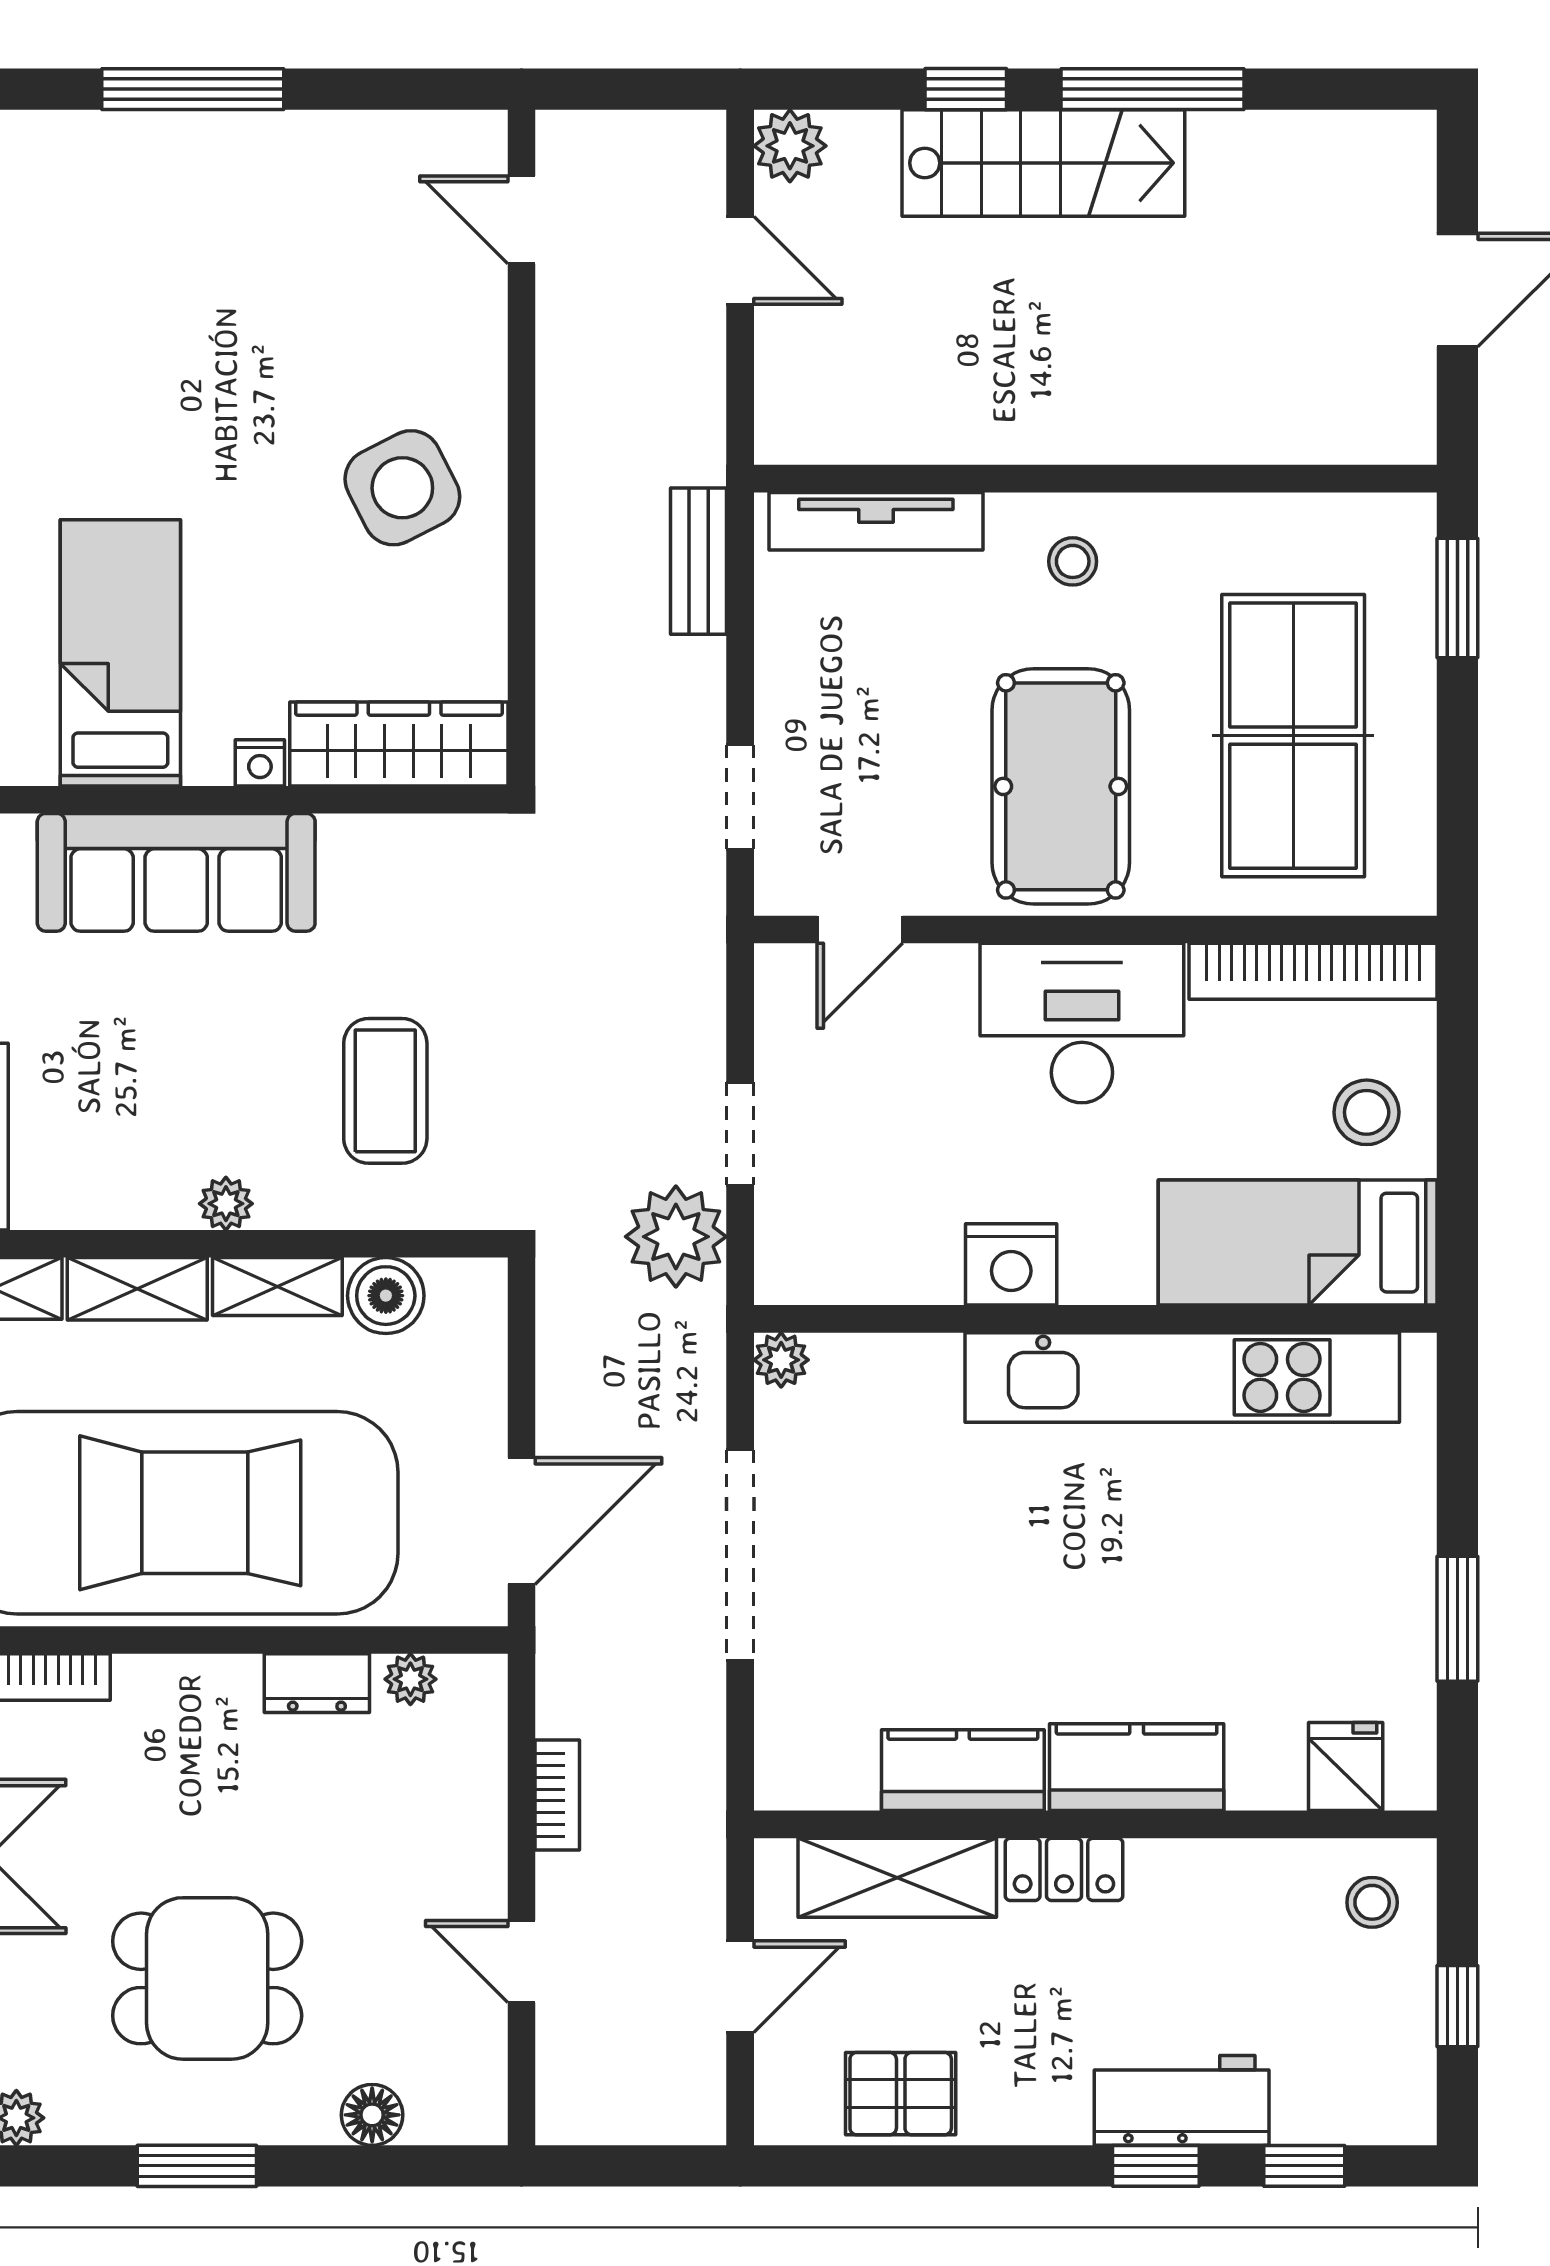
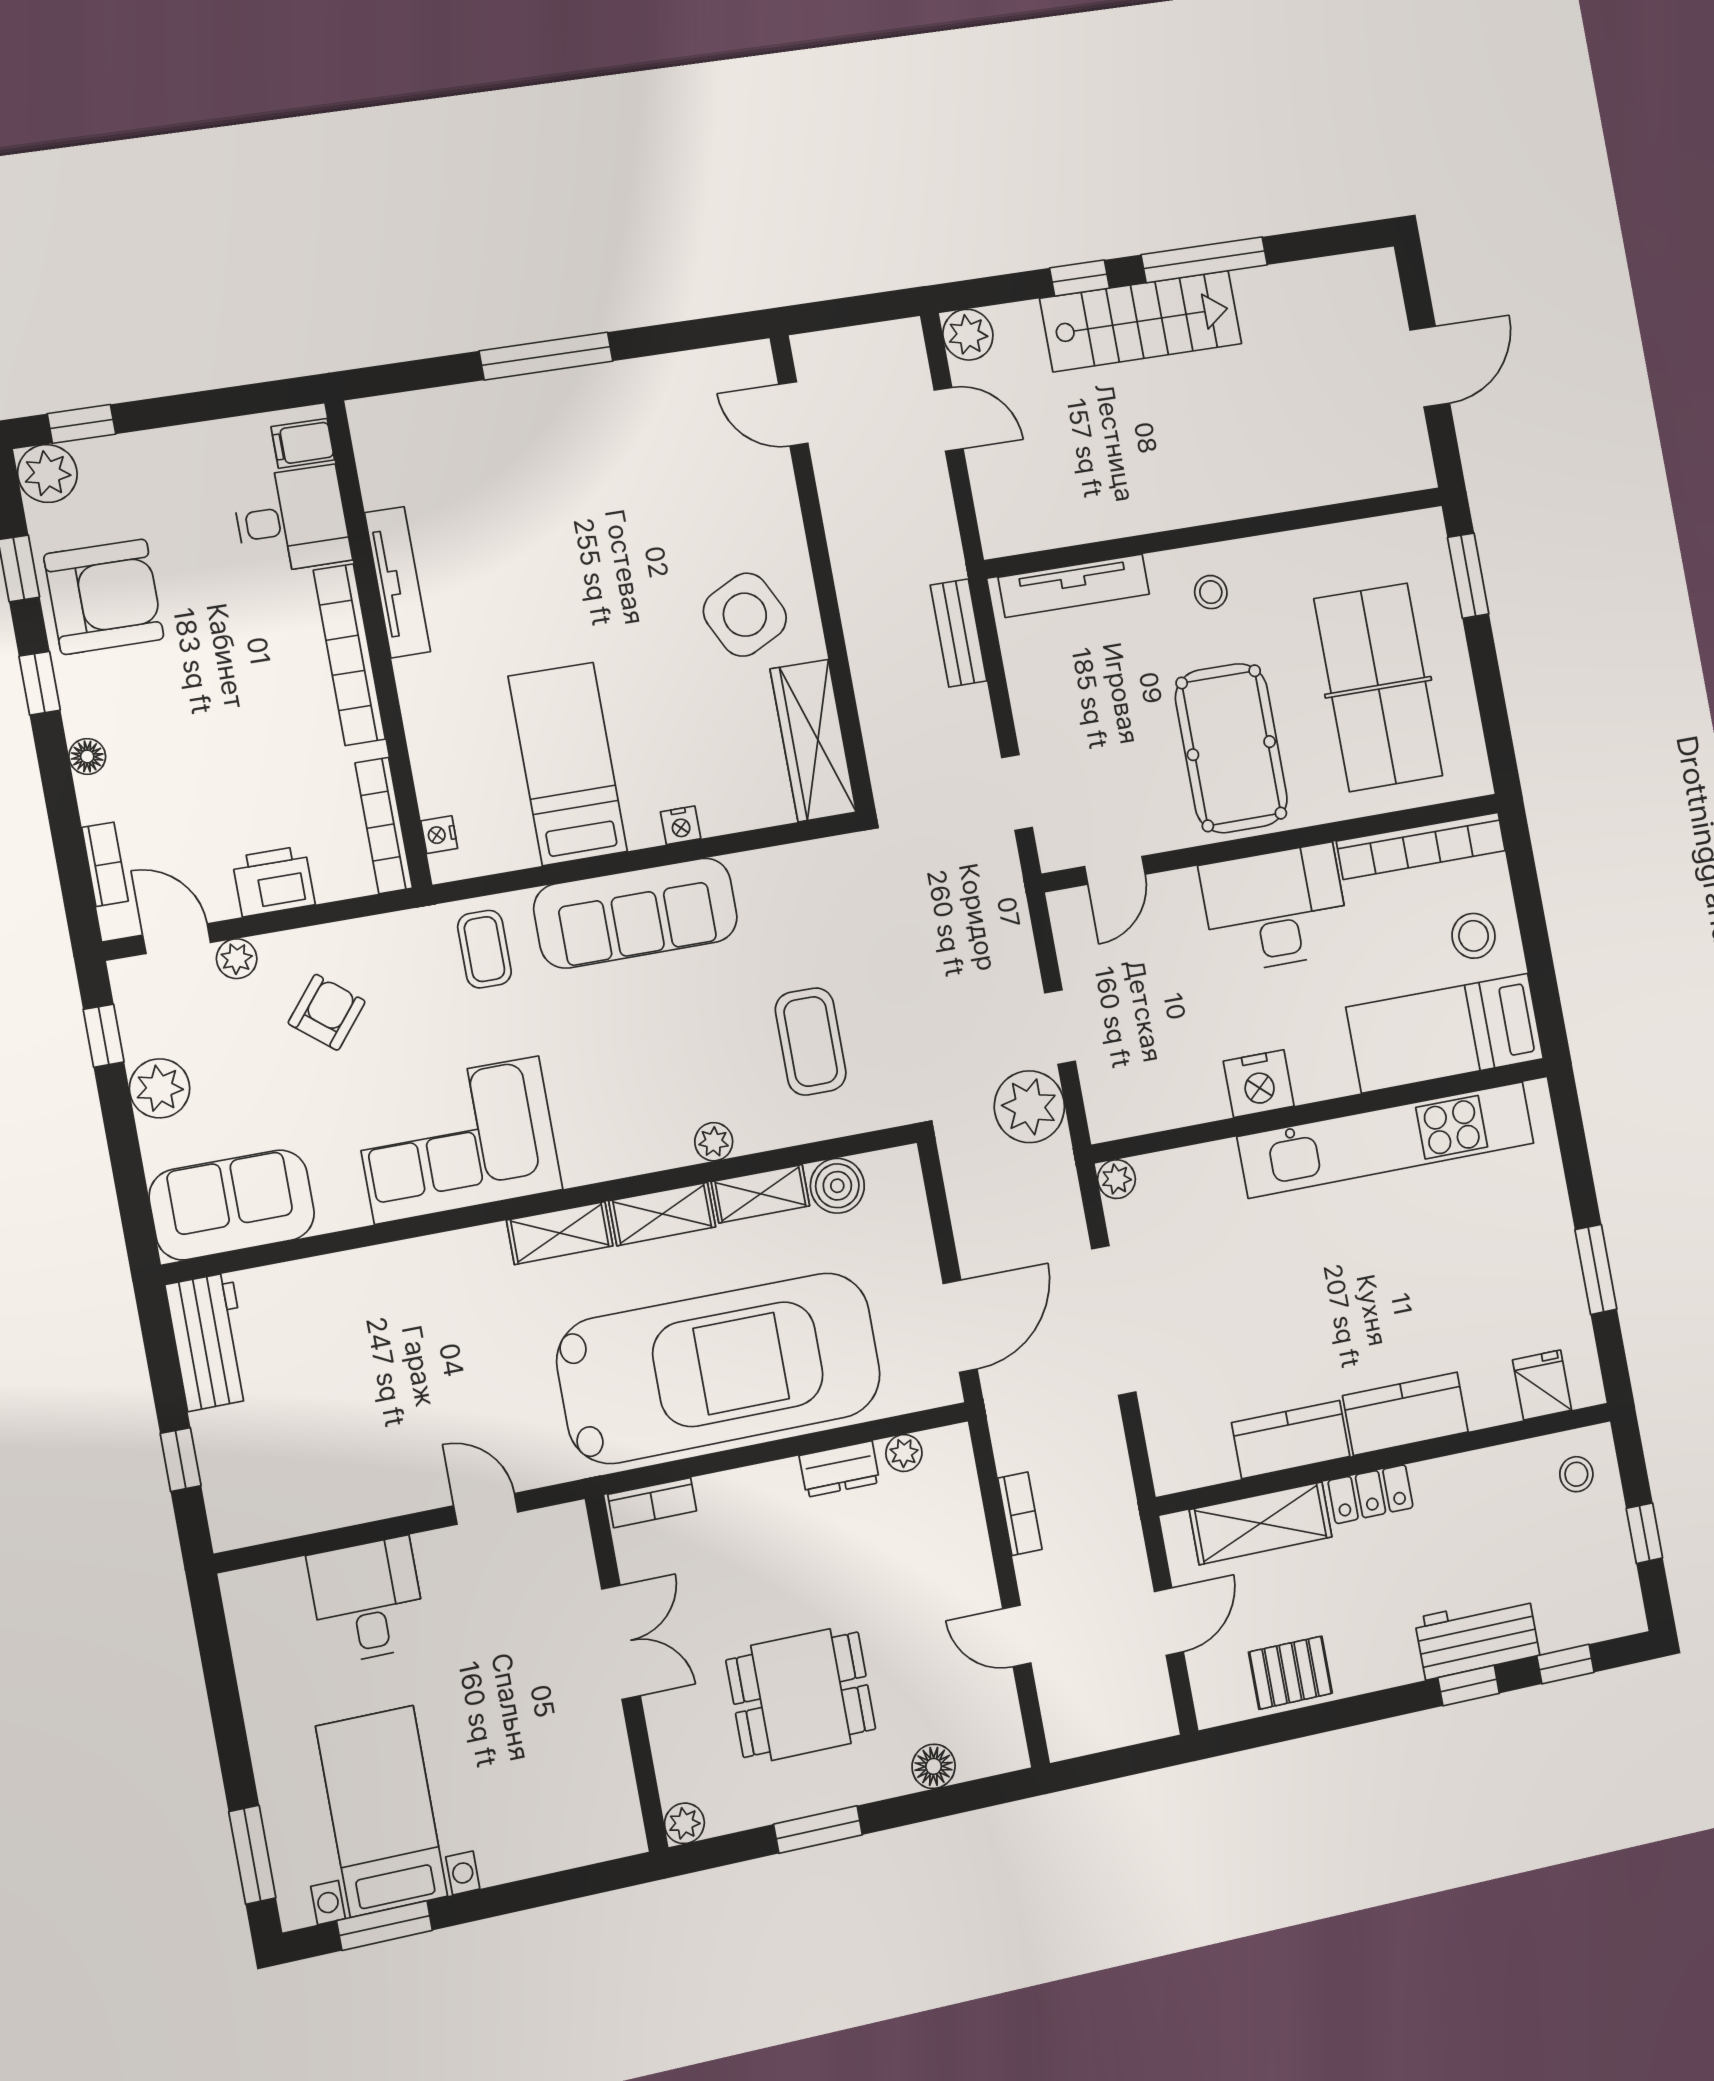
wardrobe: (399, 744) -> (813, 741), moved, turned -90

